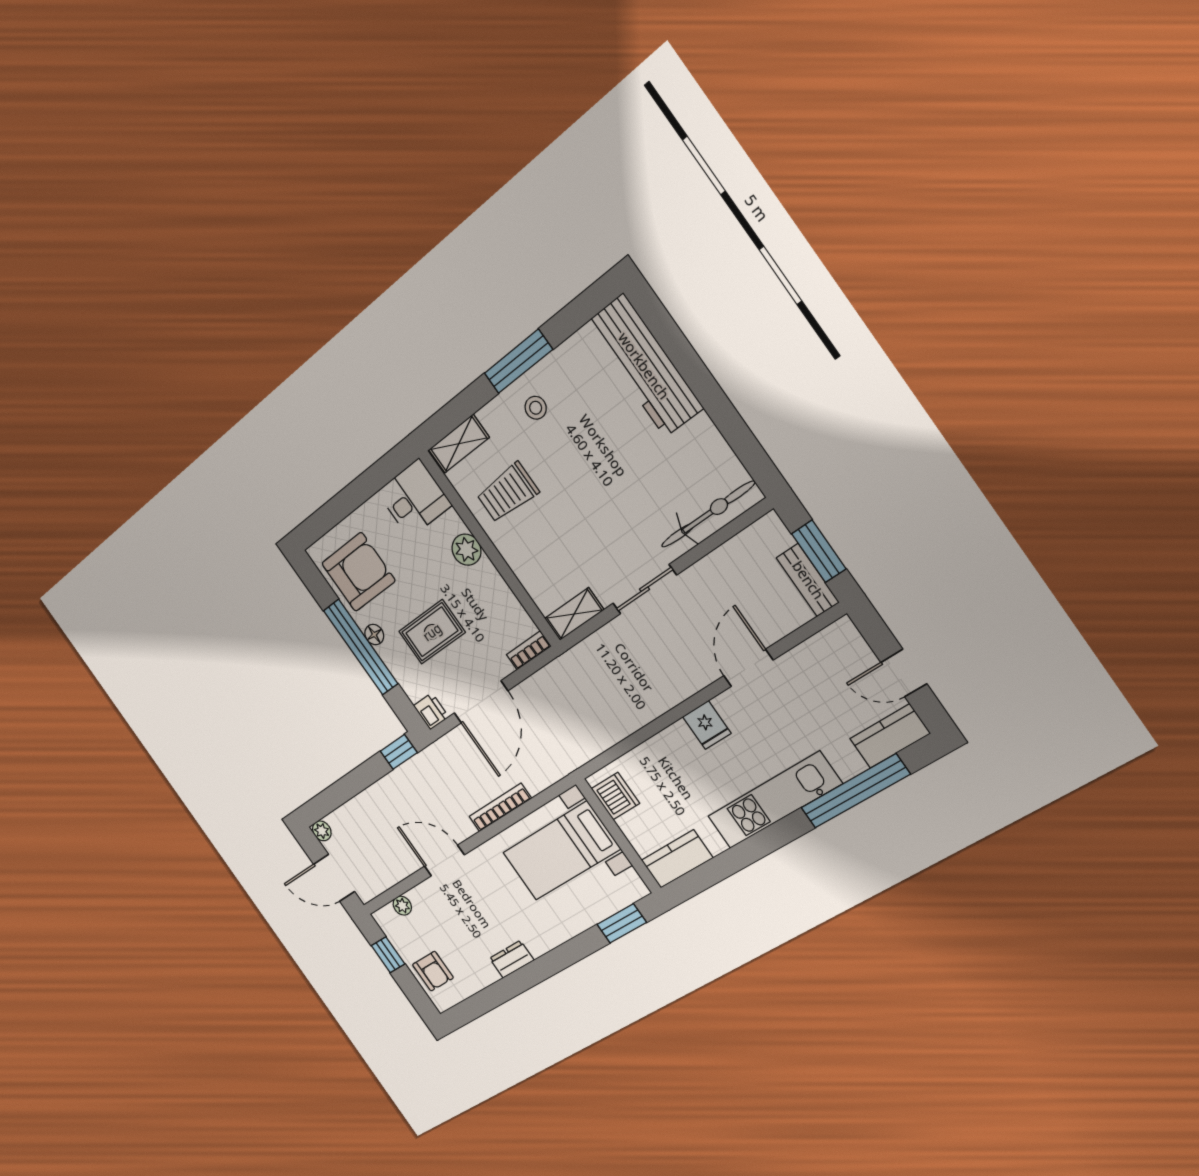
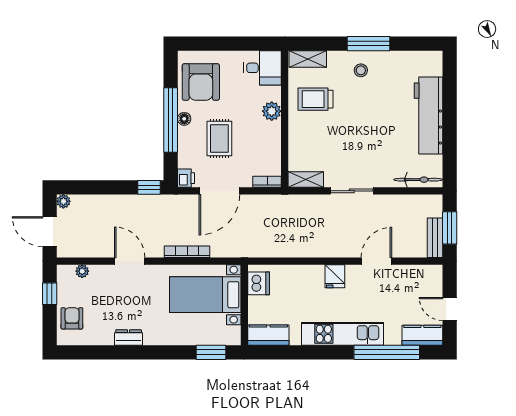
workbench: (644, 366) -> (428, 115), moved
bicycle: (708, 514) -> (418, 180), width x0.73, depth x0.71
armchair: (358, 572) -> (201, 82), turned 90
rug: (432, 632) -> (219, 139), turned 90
armchair: (433, 971) -> (72, 318), turned 180

